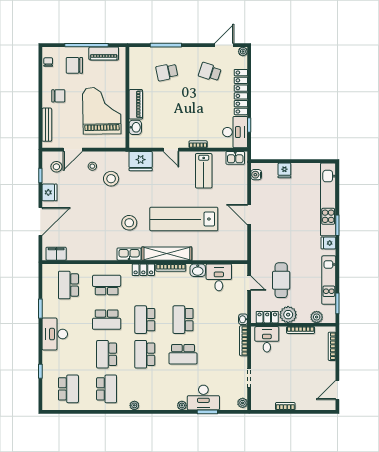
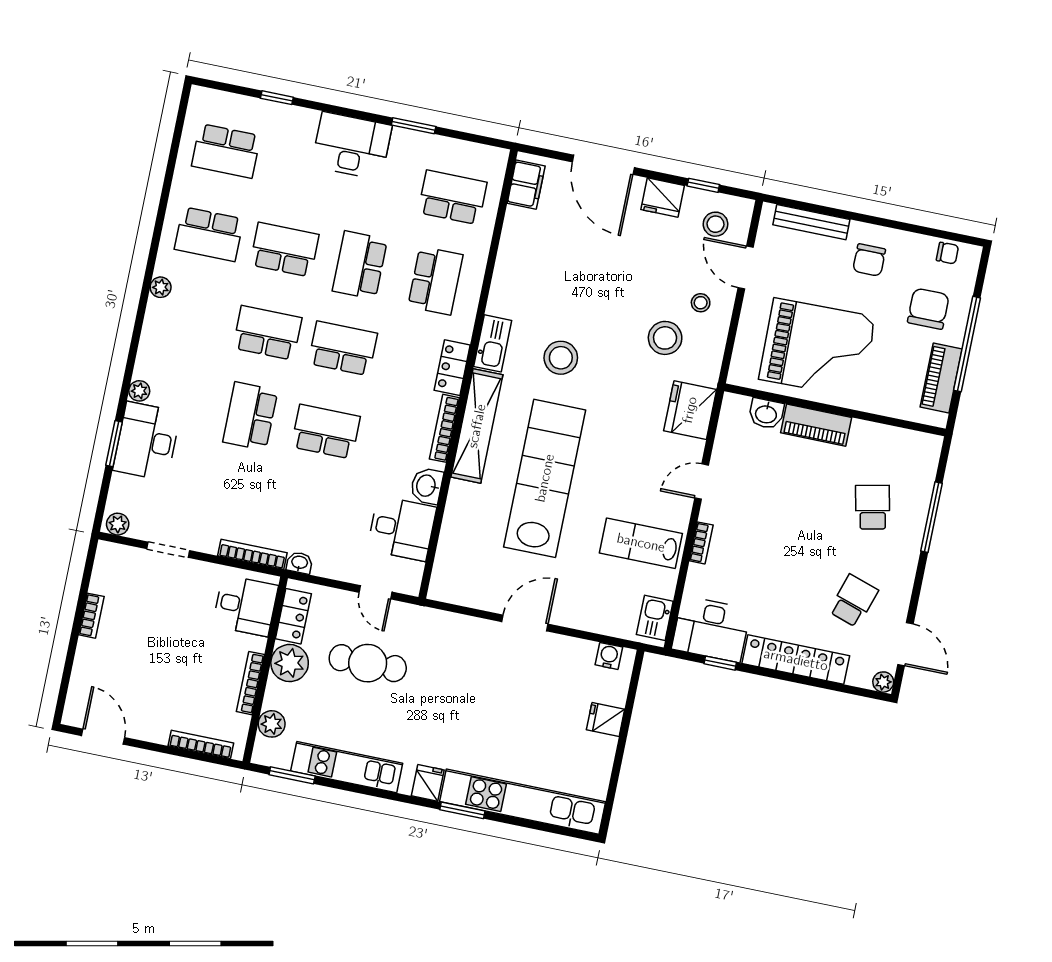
door: (249, 283) -> (375, 592), hinge flipped

